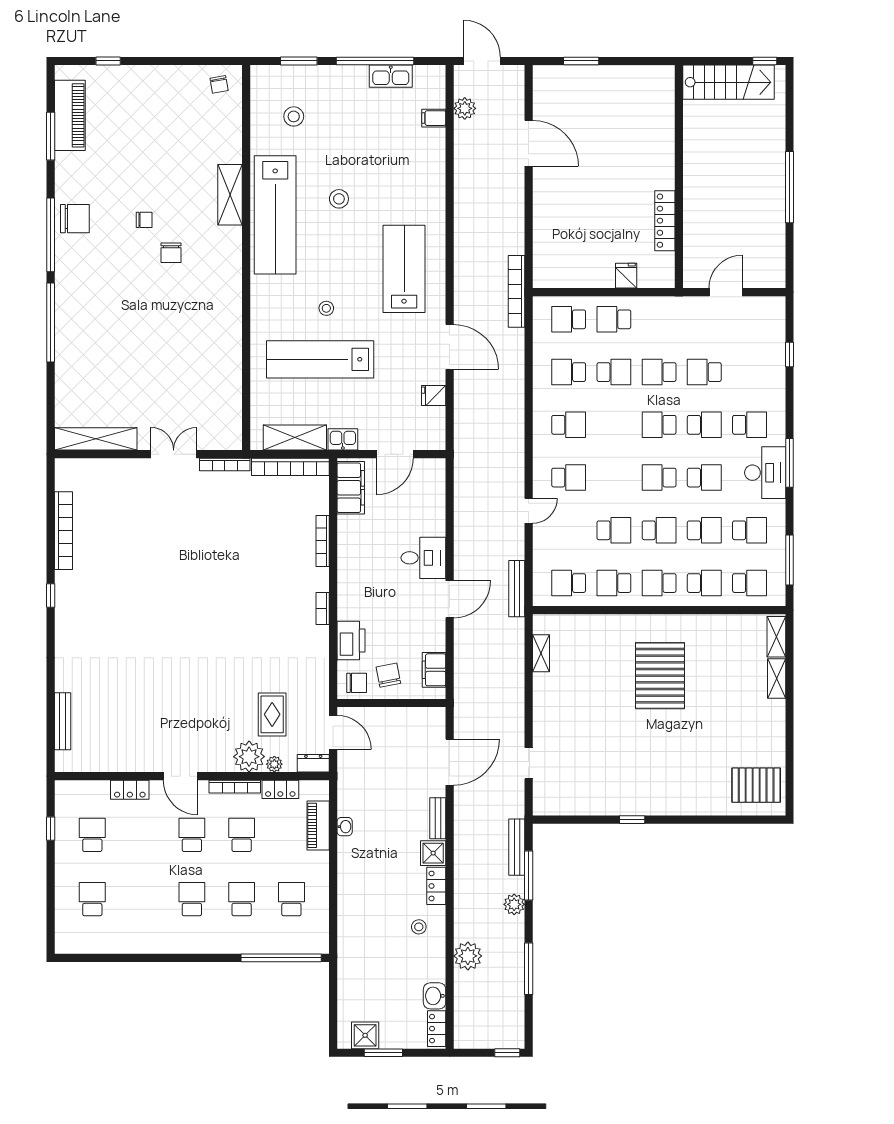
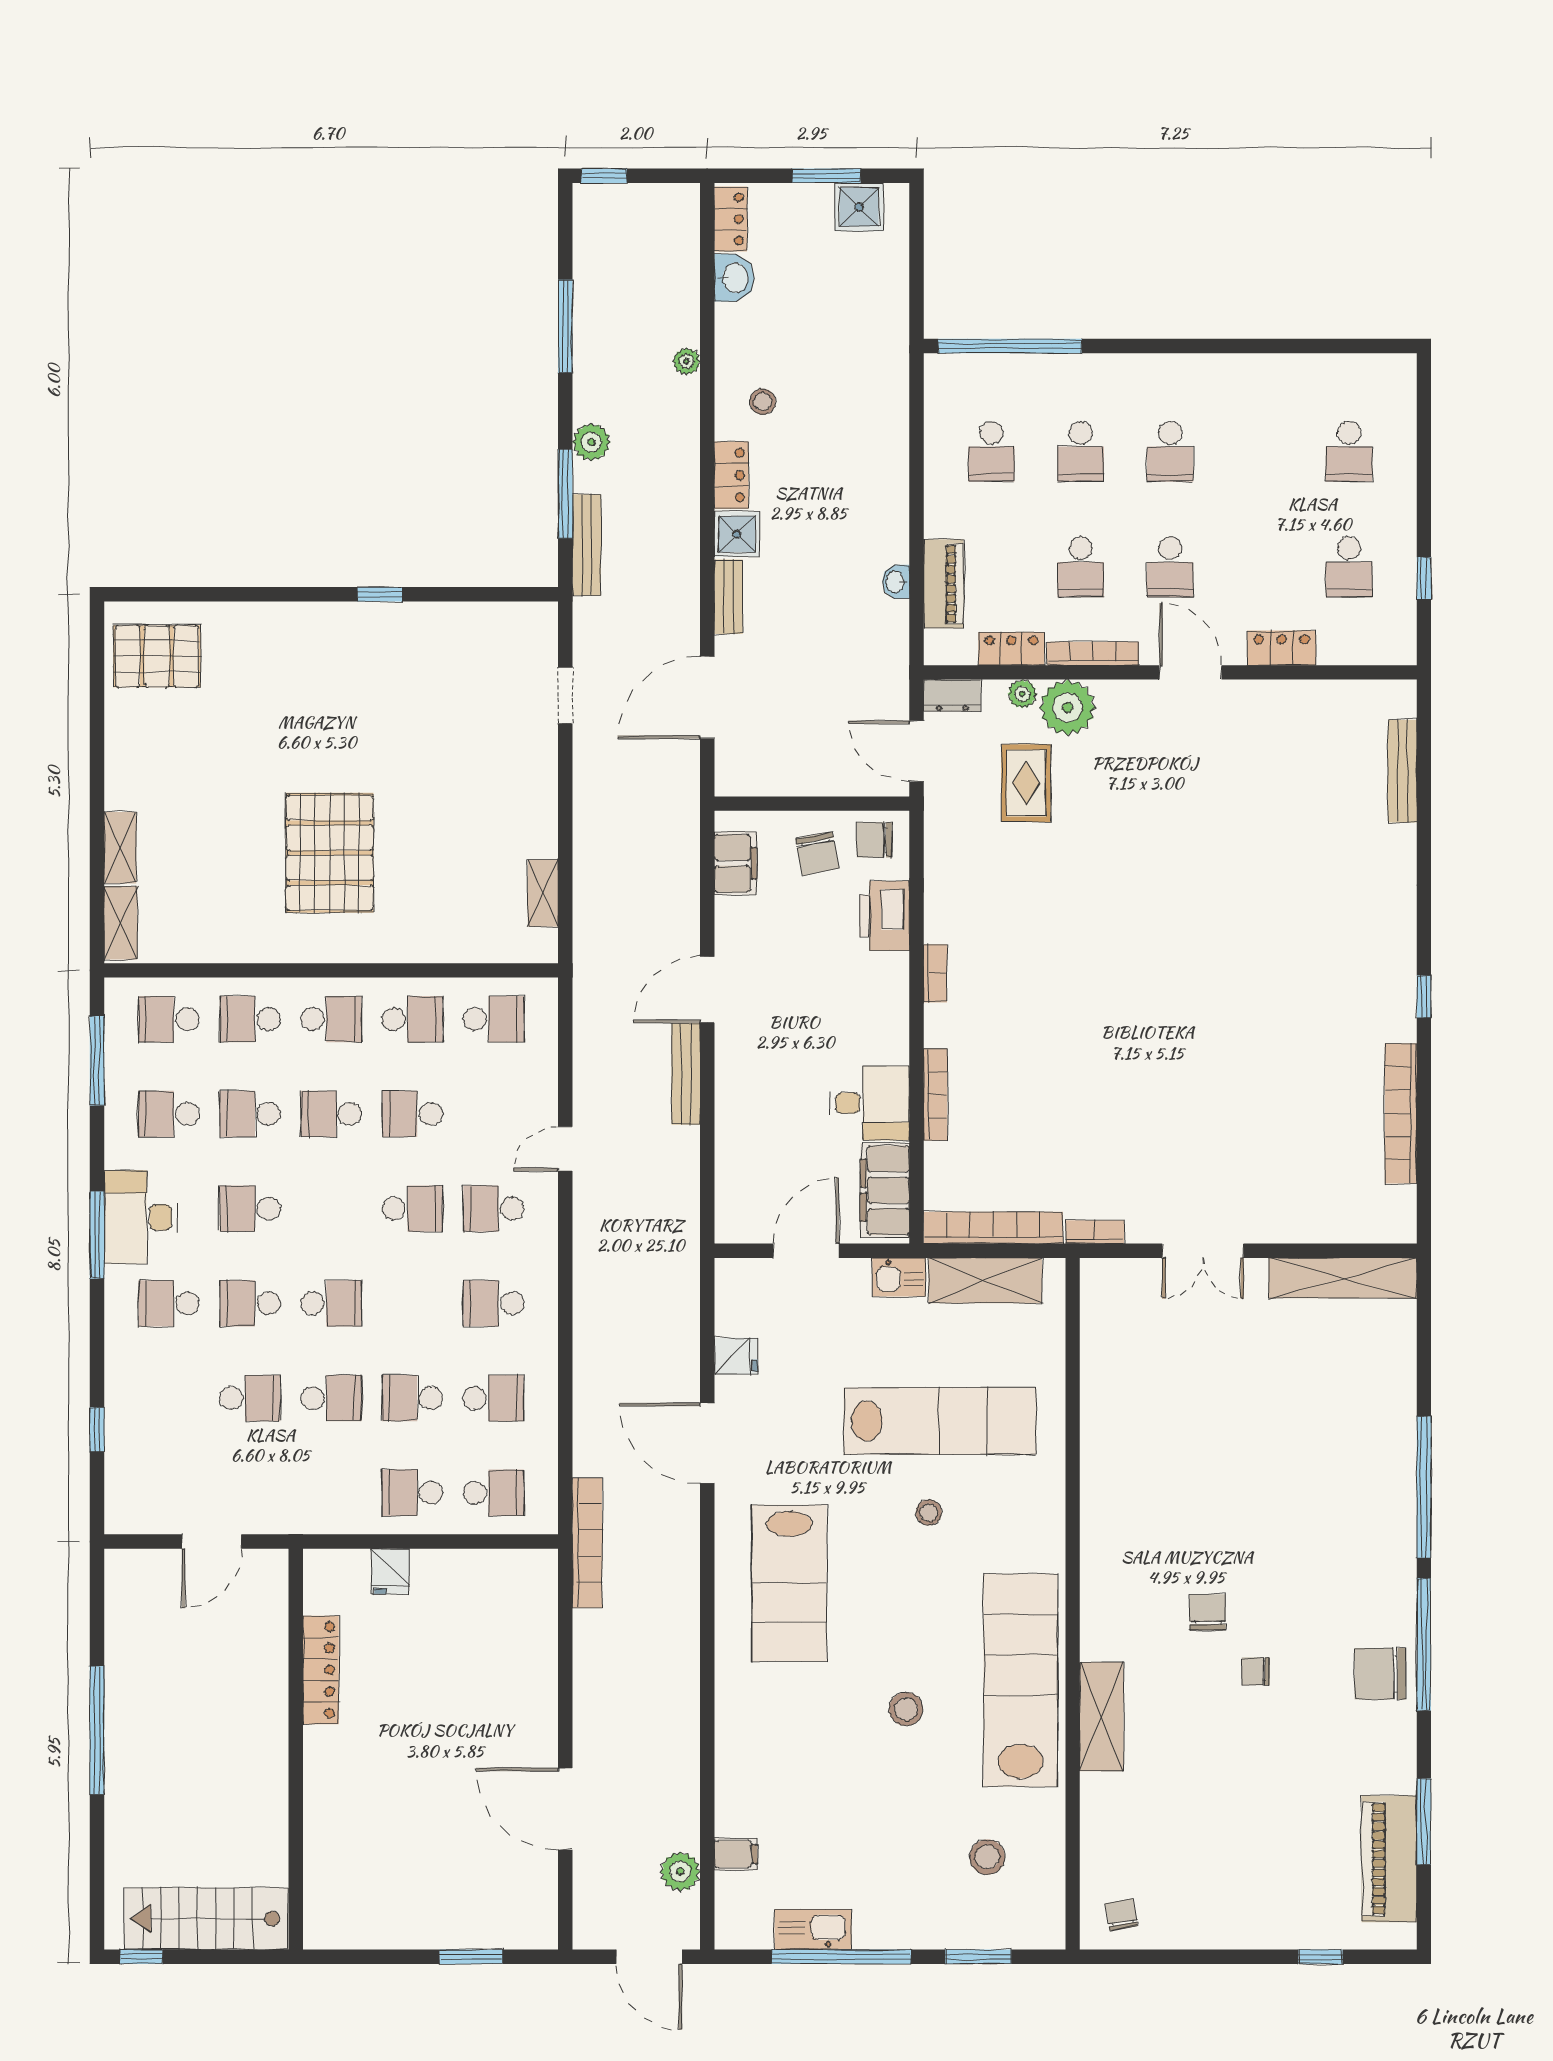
school desk: (614, 319) -> (412, 1493), turned 180
bookcase: (225, 465) -> (1095, 1232), width x0.64
school desk: (659, 478) -> (412, 1209), moved
desk: (423, 558) -> (869, 1103), moved, turned 180
bench: (517, 589) -> (686, 1074), moved
plant: (468, 956) -> (687, 361), width x0.53, depth x0.53

